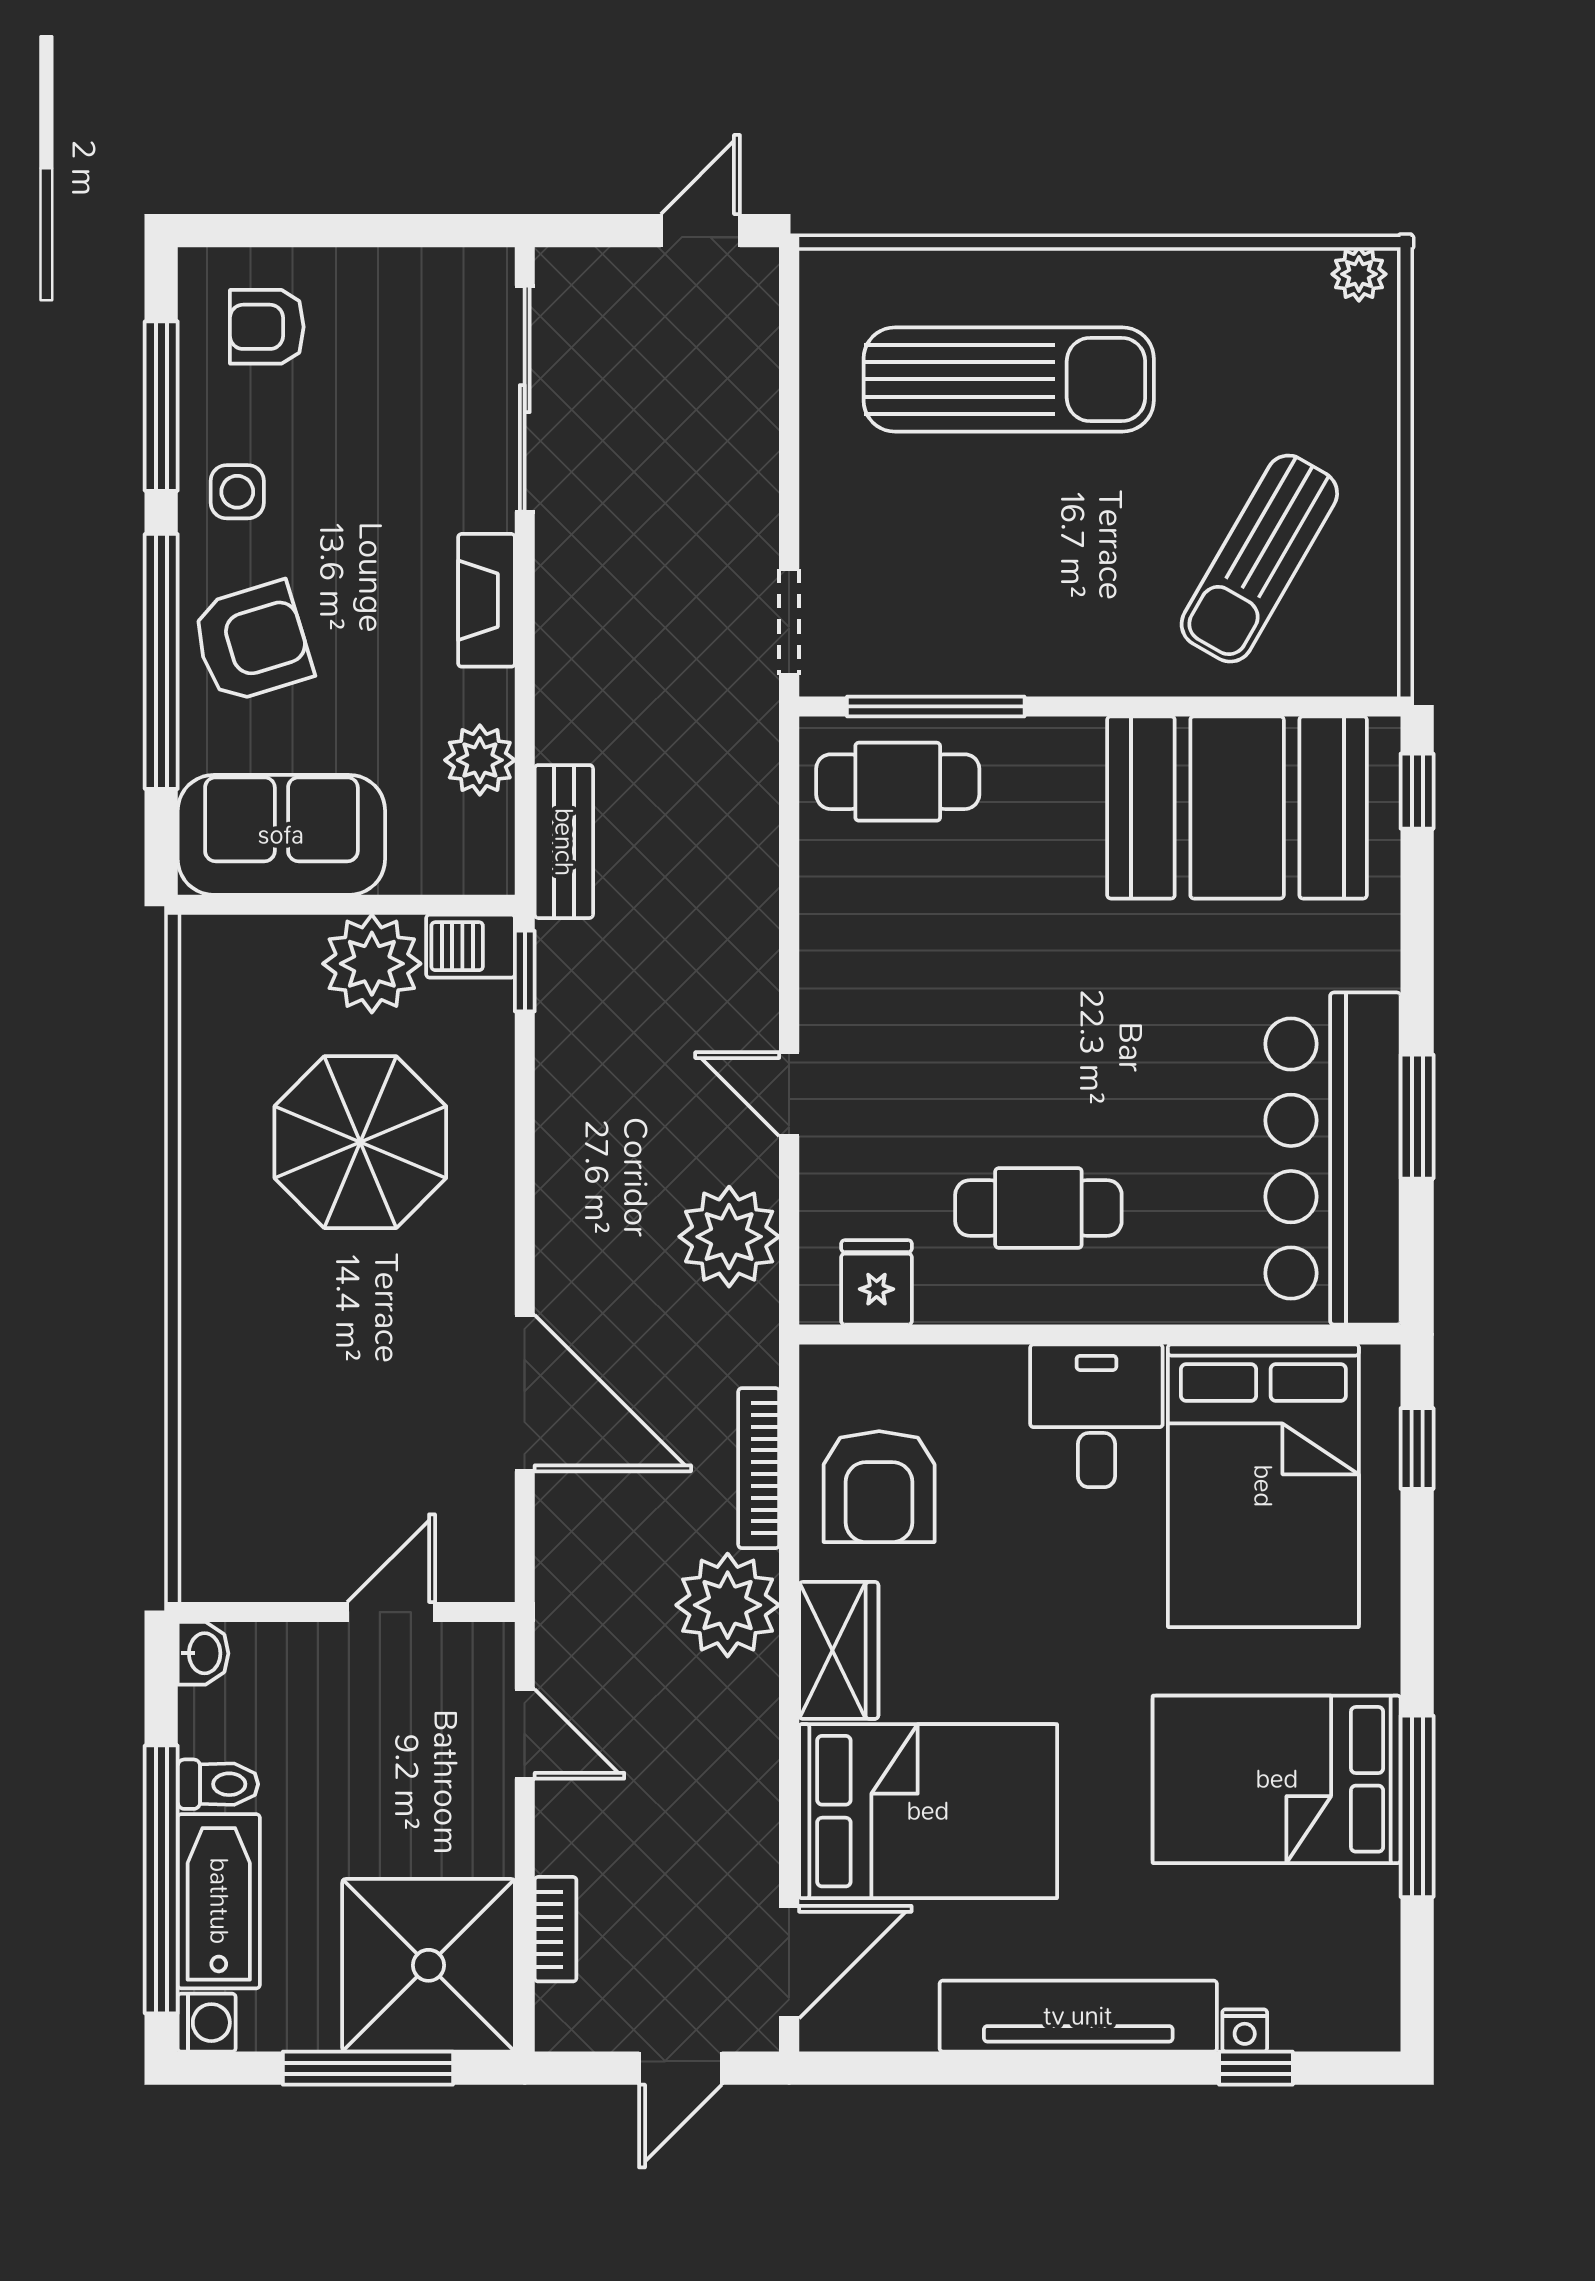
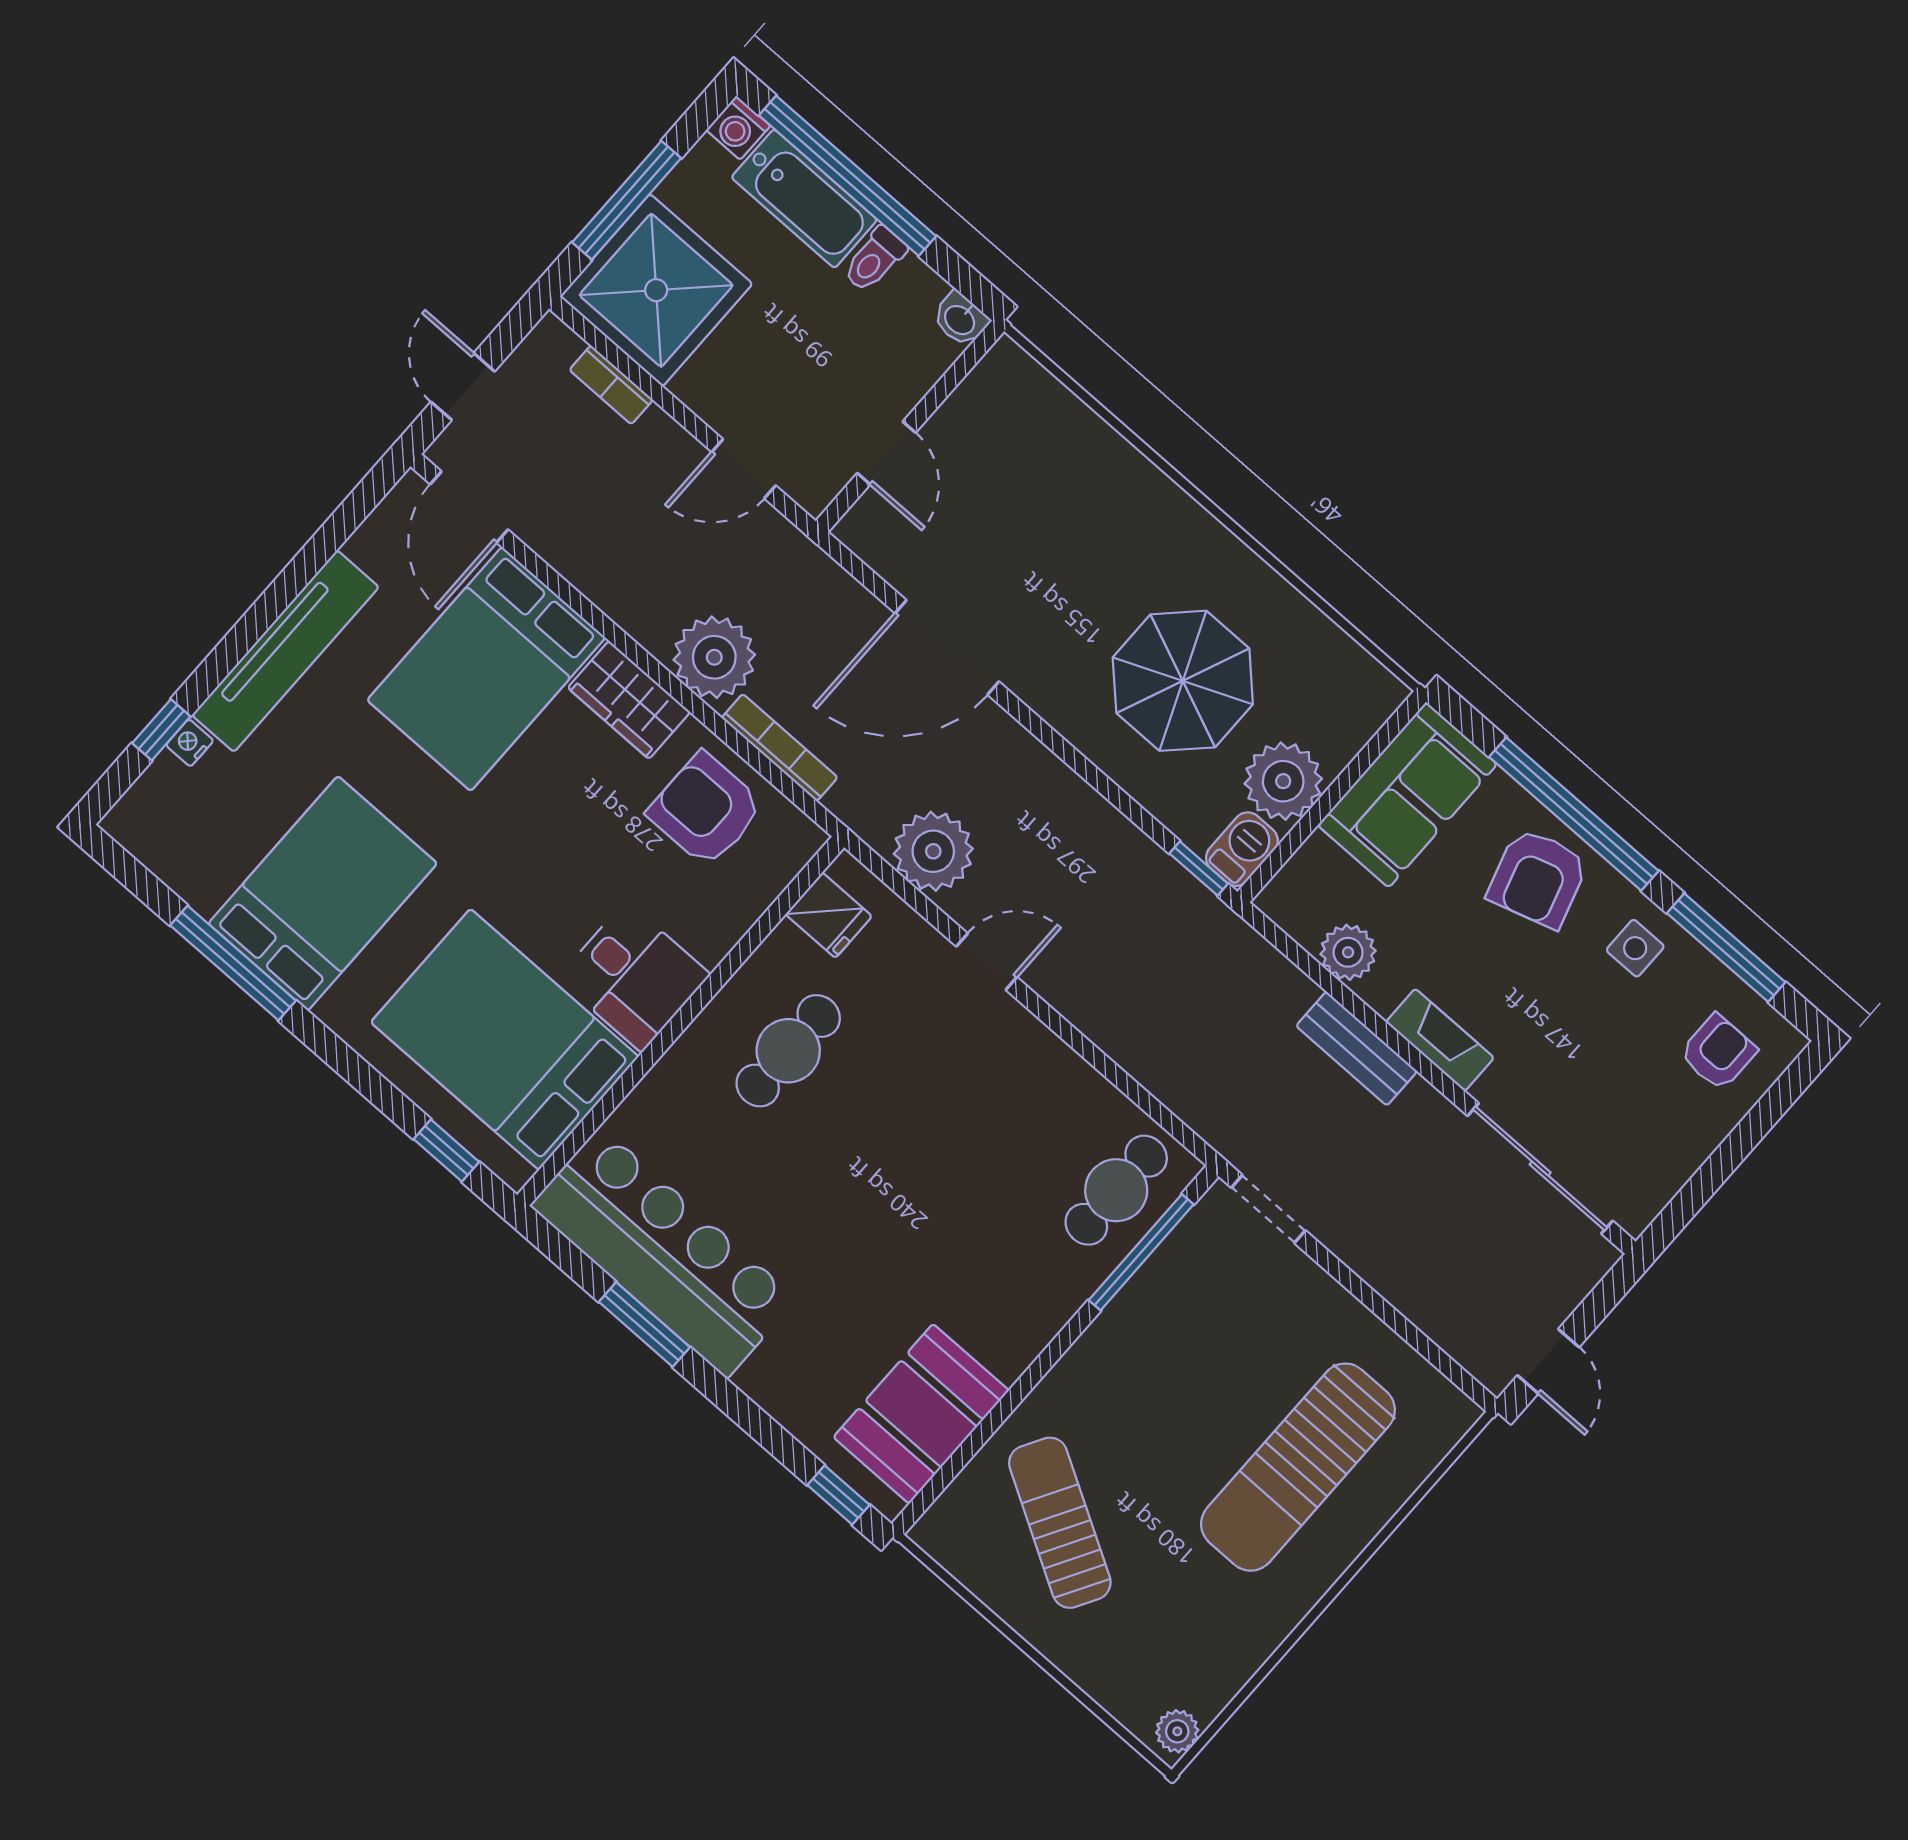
booth: (1237, 807) -> (921, 1414), width x0.73, depth x0.70
bench: (564, 842) -> (1357, 1049), moved

